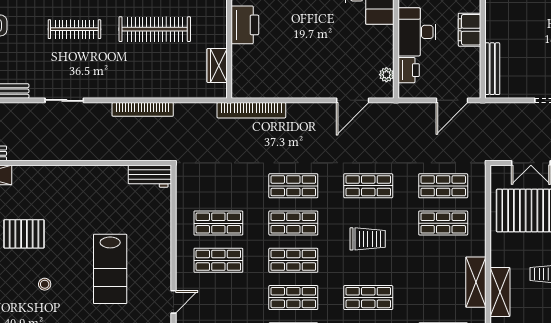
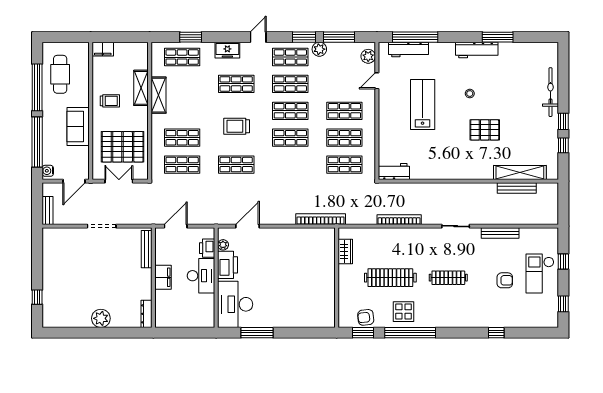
printer: (245, 25) -> (228, 265), moved, turned 180
shop shelf: (293, 186) -> (344, 165), moved

